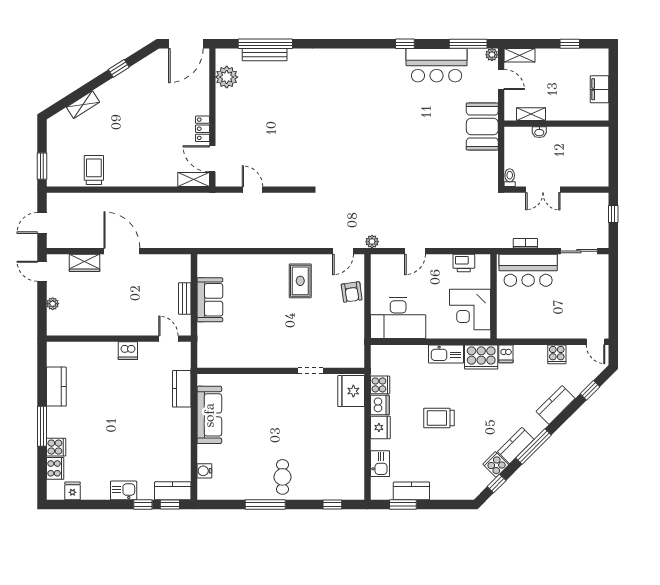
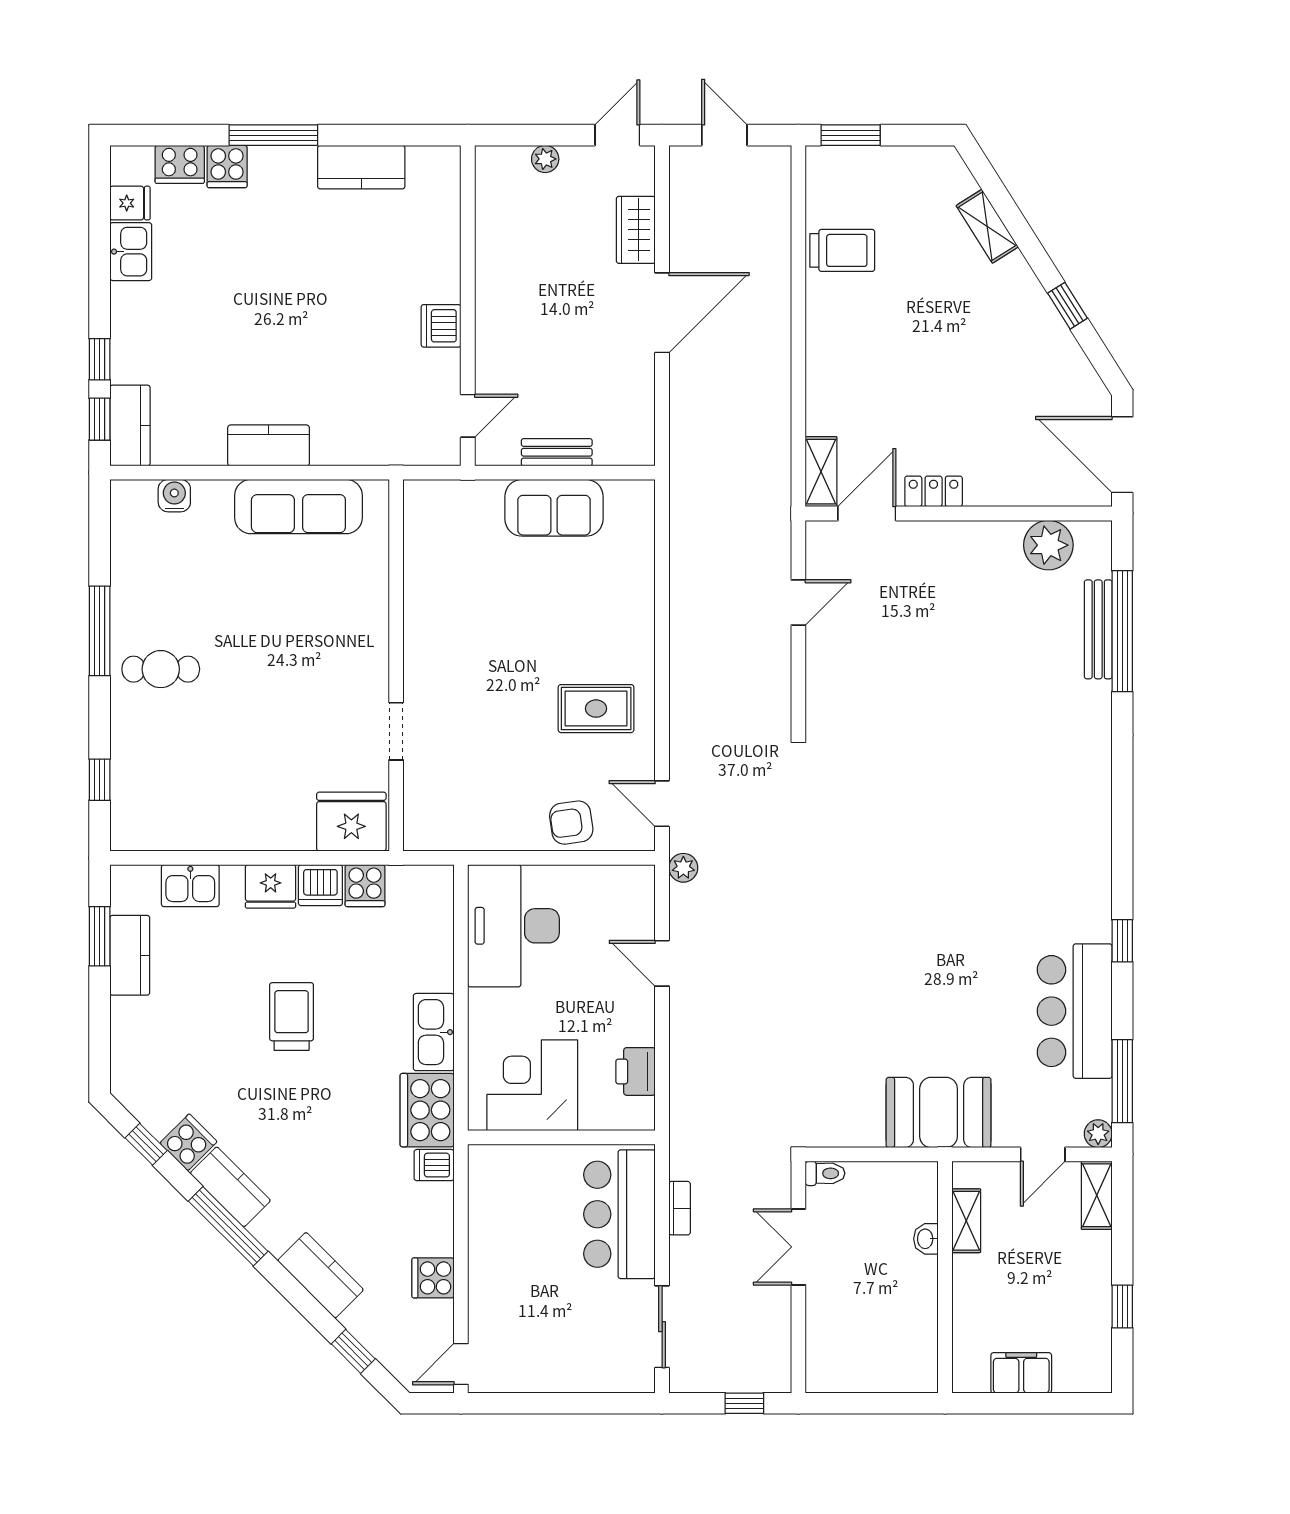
kitchen counter: (182, 389) -> (269, 445), moved
kitchen sink: (124, 490) -> (131, 252), moved

